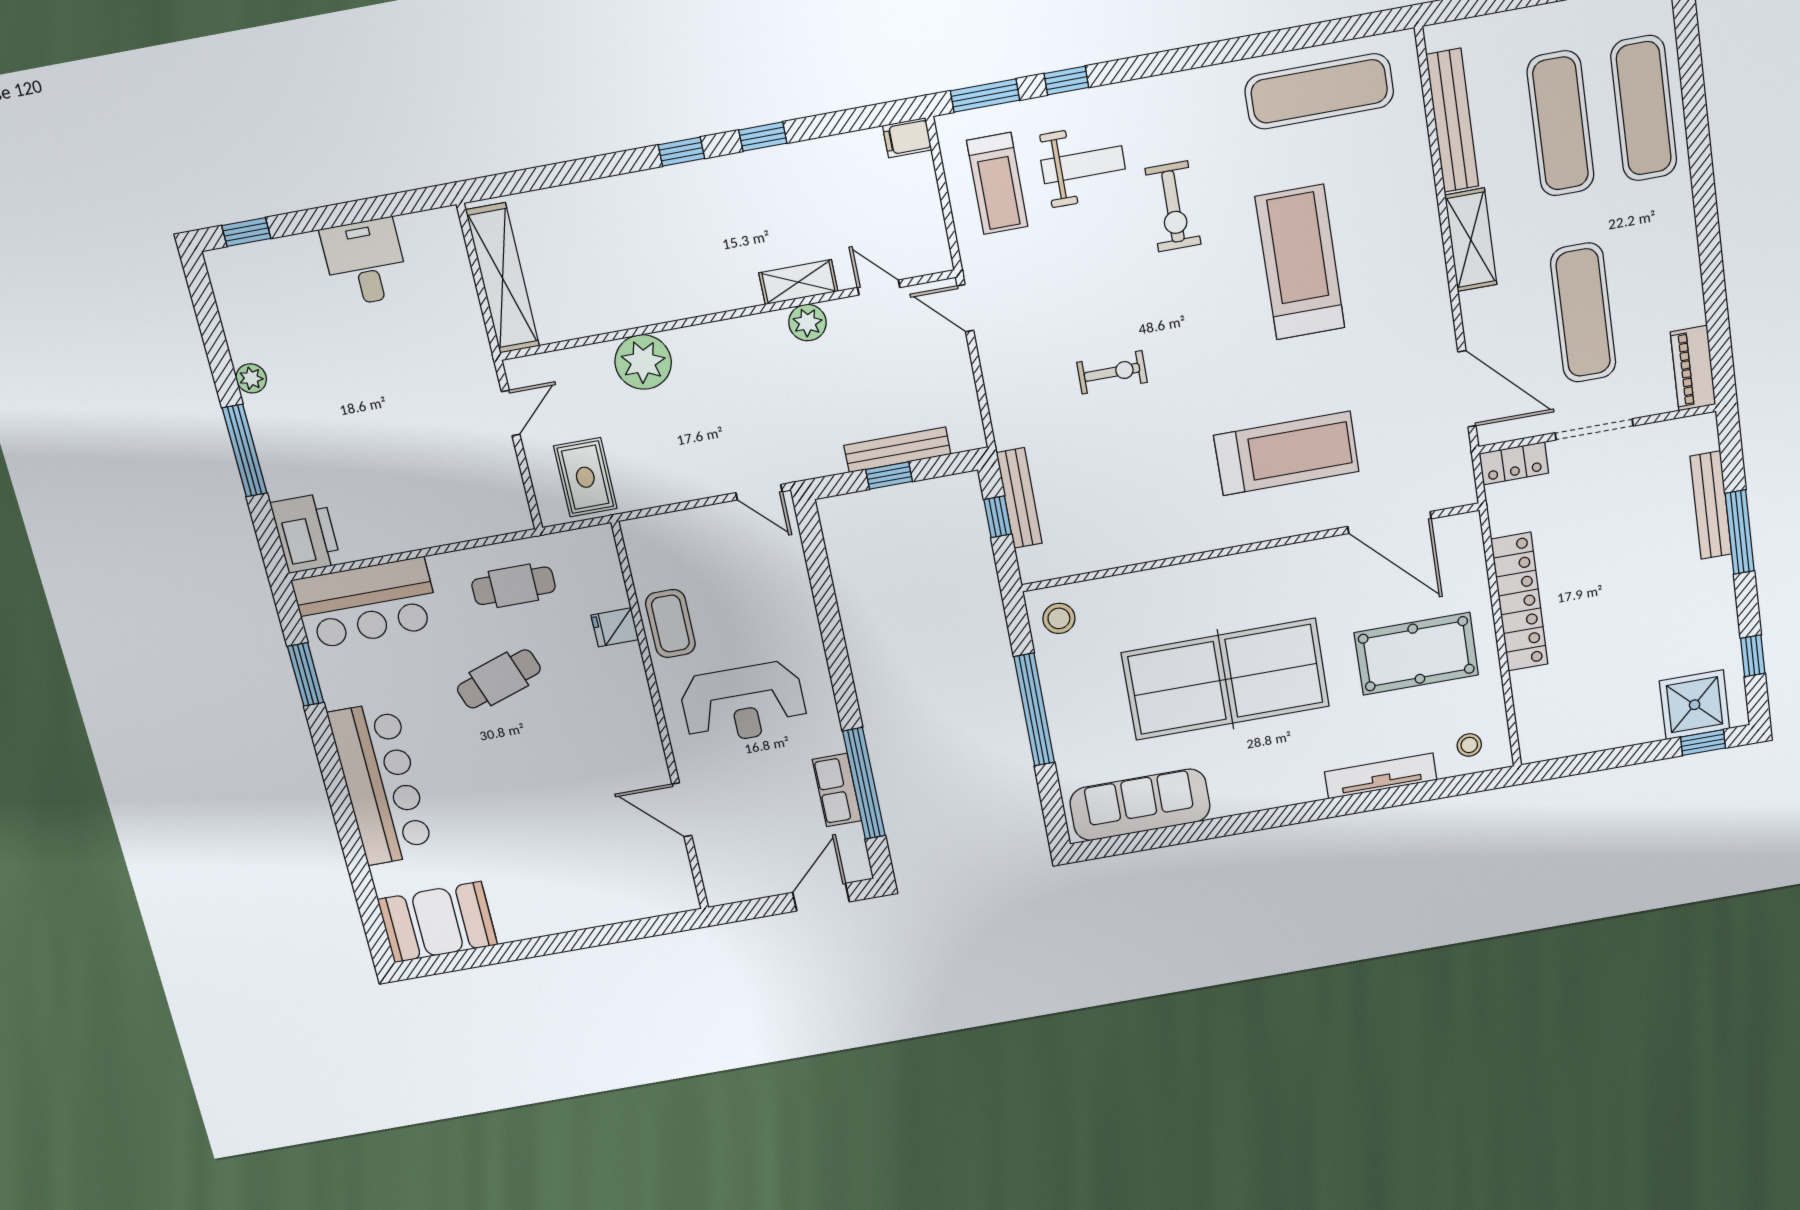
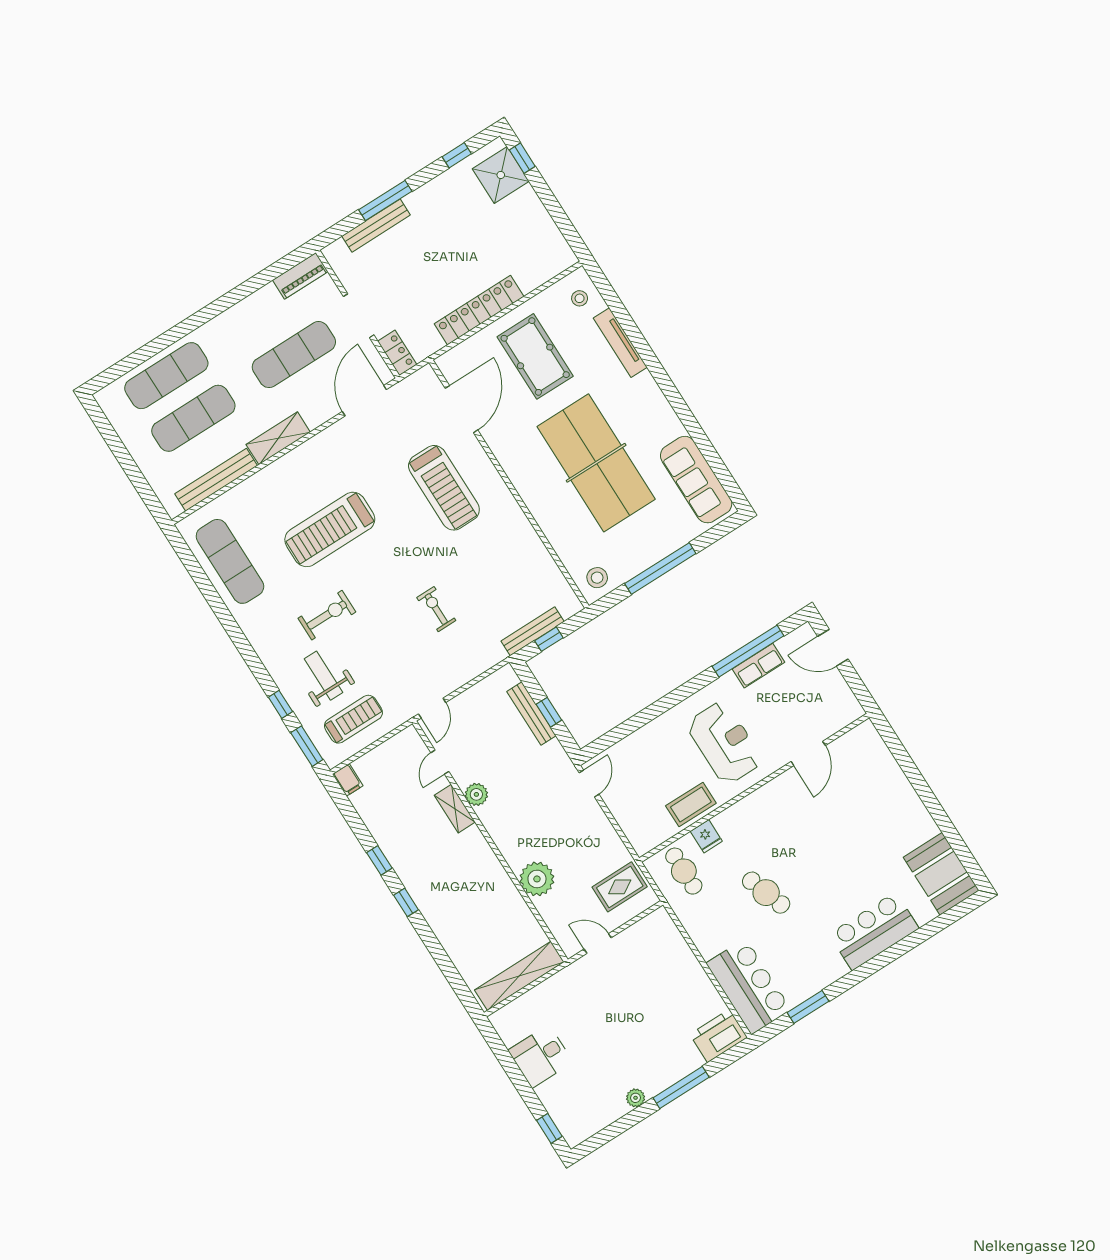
treadmill: (1286, 453) -> (444, 488), turned 180
cafe table: (514, 586) -> (684, 871), moved
bar counter: (381, 784) -> (874, 931), width x0.73

